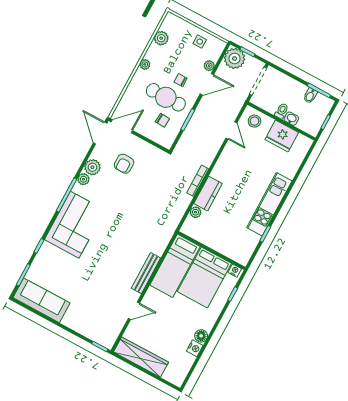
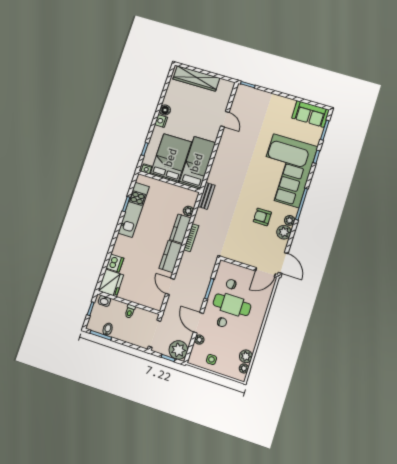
plant: (145, 64) -> (244, 368), moved
door: (207, 84) -> (198, 323), hinge flipped
washbasin: (291, 119) -> (104, 301), moved
stool: (254, 121) -> (152, 298), removed
fridge: (282, 136) -> (111, 283), moved, turned 90
armchair: (124, 164) -> (262, 217), moved, turned -90
kitchen counter: (225, 164) -> (171, 256), added
dishwasher: (290, 169) -> (115, 263), added
kitchen unit: (269, 204) -> (134, 210), moved
corner sofa: (75, 225) -> (286, 171), width x1.36, depth x1.36
bench: (146, 273) -> (206, 196), moved, width x0.73
sofa: (41, 300) -> (311, 114), width x0.73
door: (134, 311) -> (225, 119), swing flipped
nightstand: (195, 348) -> (161, 121), moved
wardrobe: (141, 357) -> (196, 78), moved

